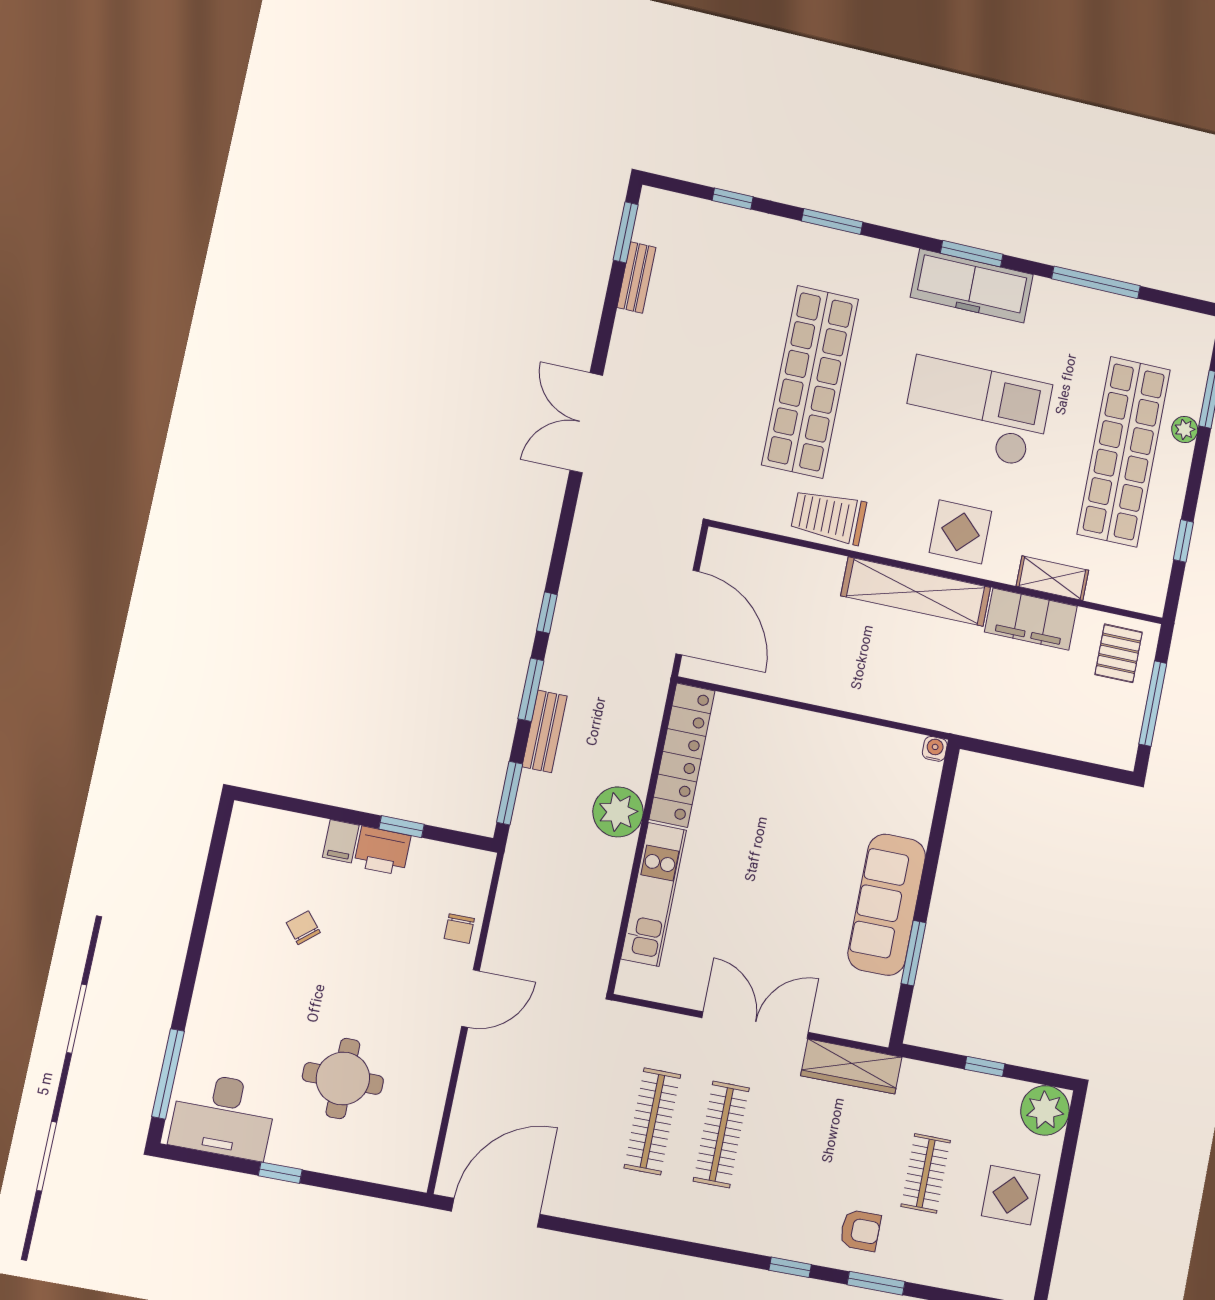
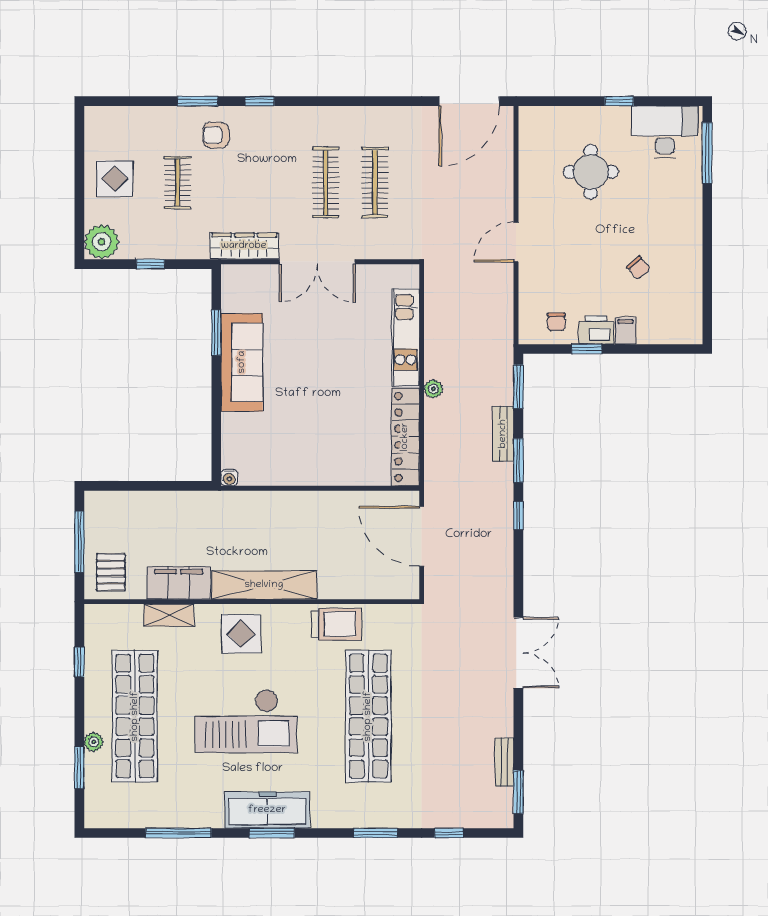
plant: (618, 812) -> (433, 389), width x0.53, depth x0.53
chair: (459, 929) -> (556, 322), moved, turned 180

